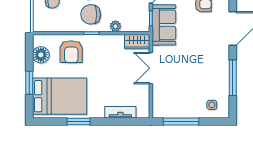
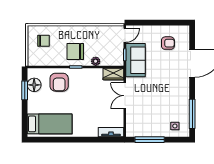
window: (233, 78) -> (192, 114), moved
window: (29, 83) -> (25, 90), moved
bed: (60, 96) -> (50, 124), width x0.67
tv unit: (120, 112) -> (111, 132), moved
window: (78, 122) -> (65, 140), removed

